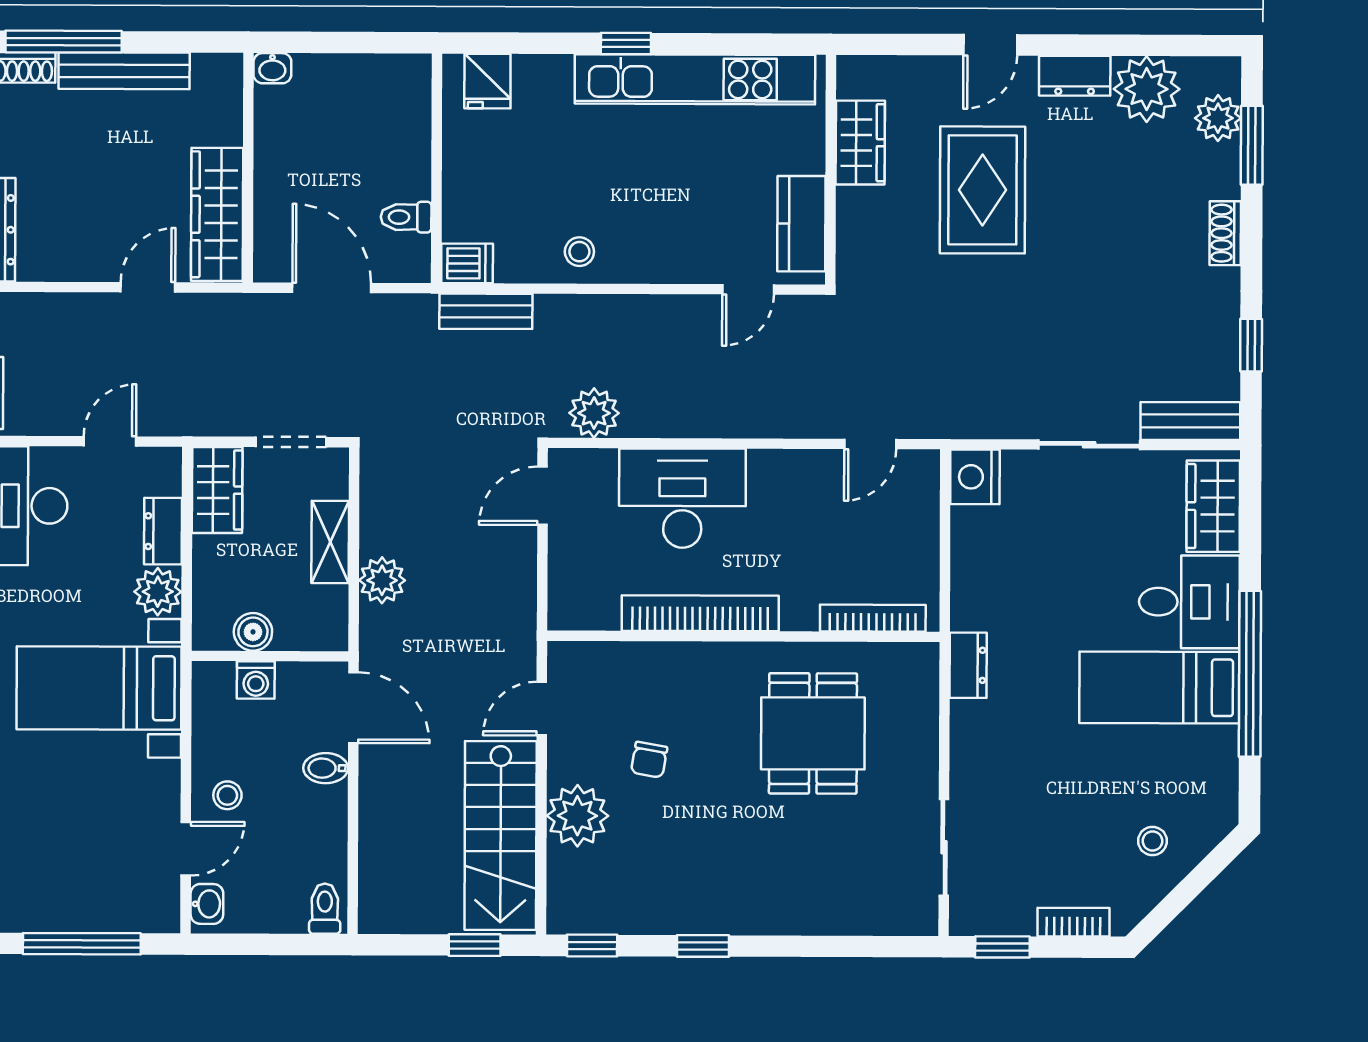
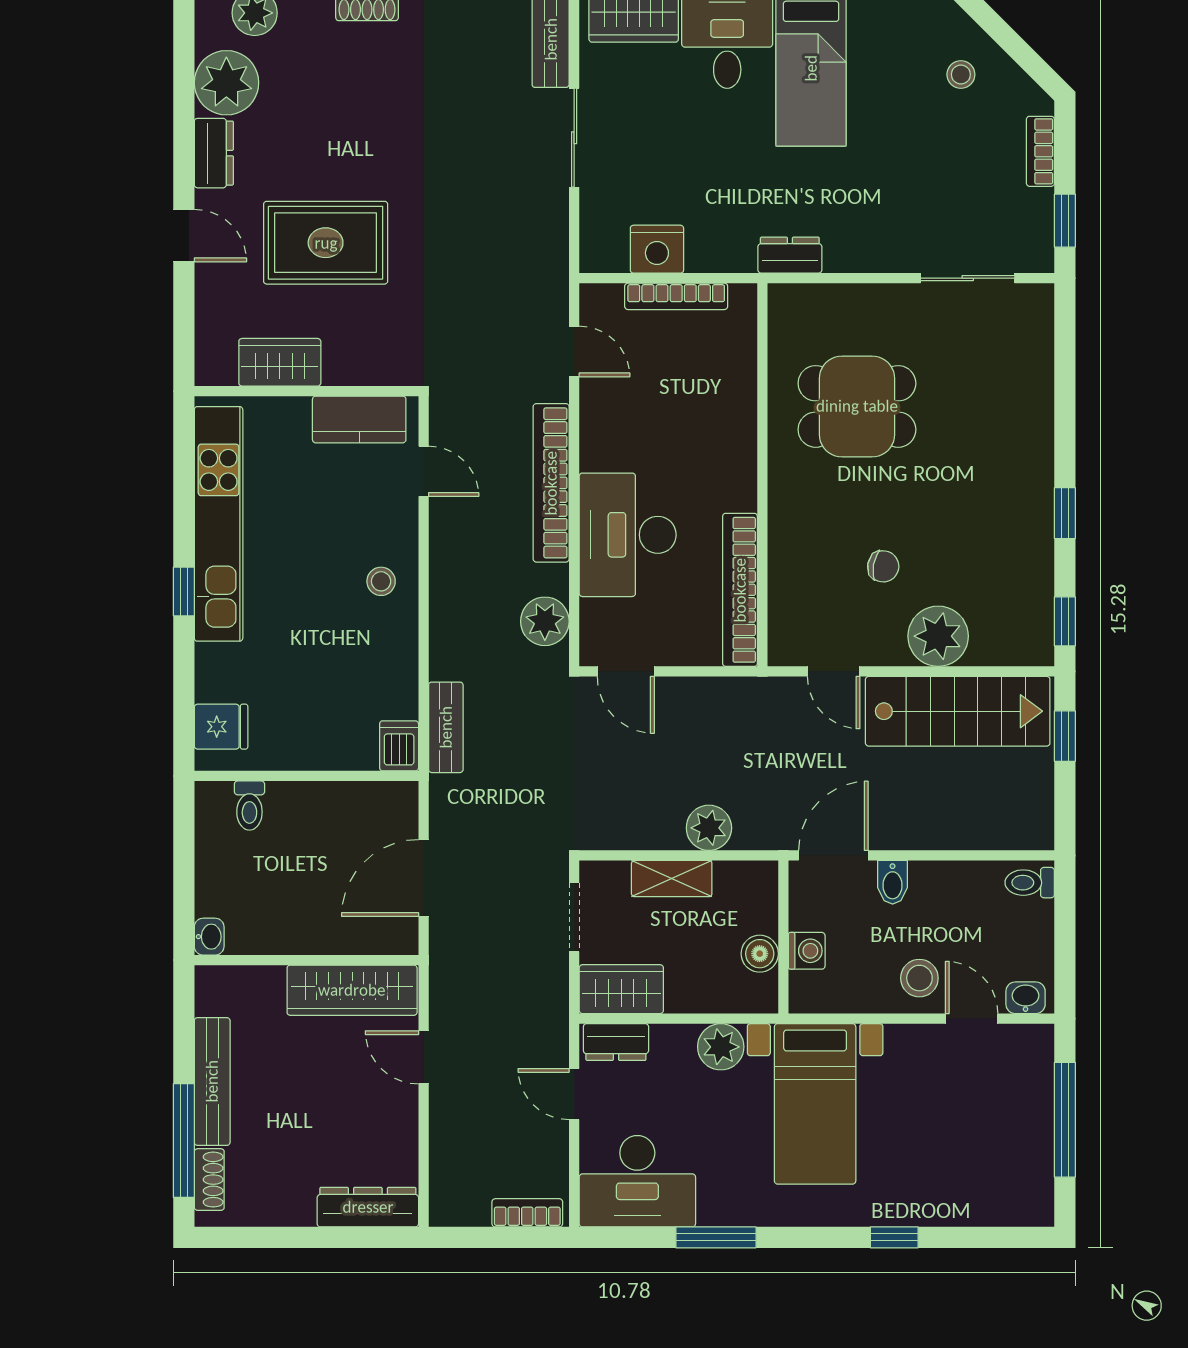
toilet: (406, 217) -> (249, 806), moved
stool: (579, 252) -> (381, 581), moved
bookcase: (736, 420) -> (551, 483), added
nightstand: (975, 477) -> (657, 249), moved
dresser: (163, 531) -> (616, 1042), moved
bookcase: (700, 613) -> (740, 590), moved
bookcase: (873, 618) -> (676, 296), moved, turned -90
stool: (227, 795) -> (919, 978), width x1.37, depth x1.37

